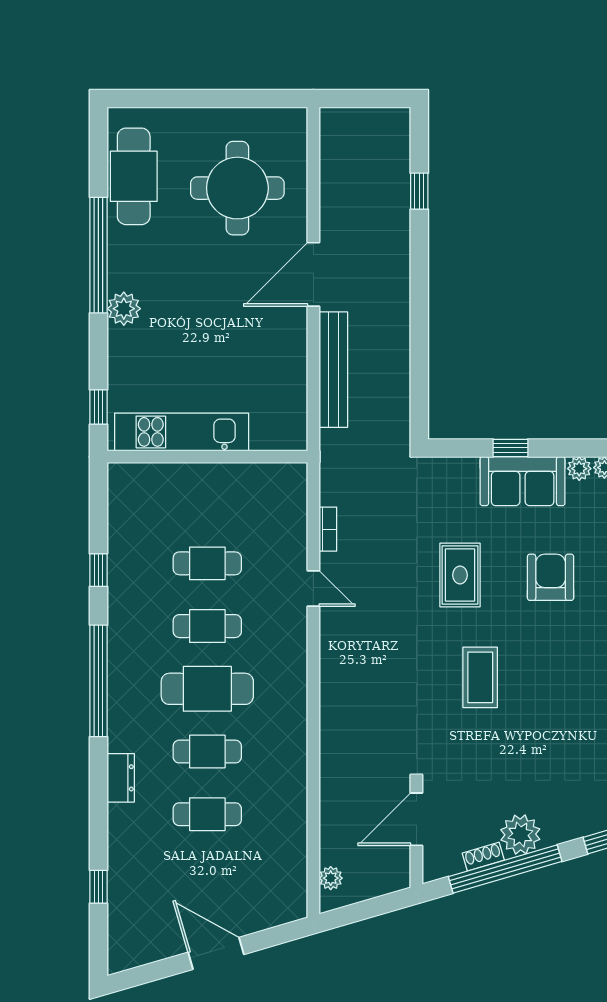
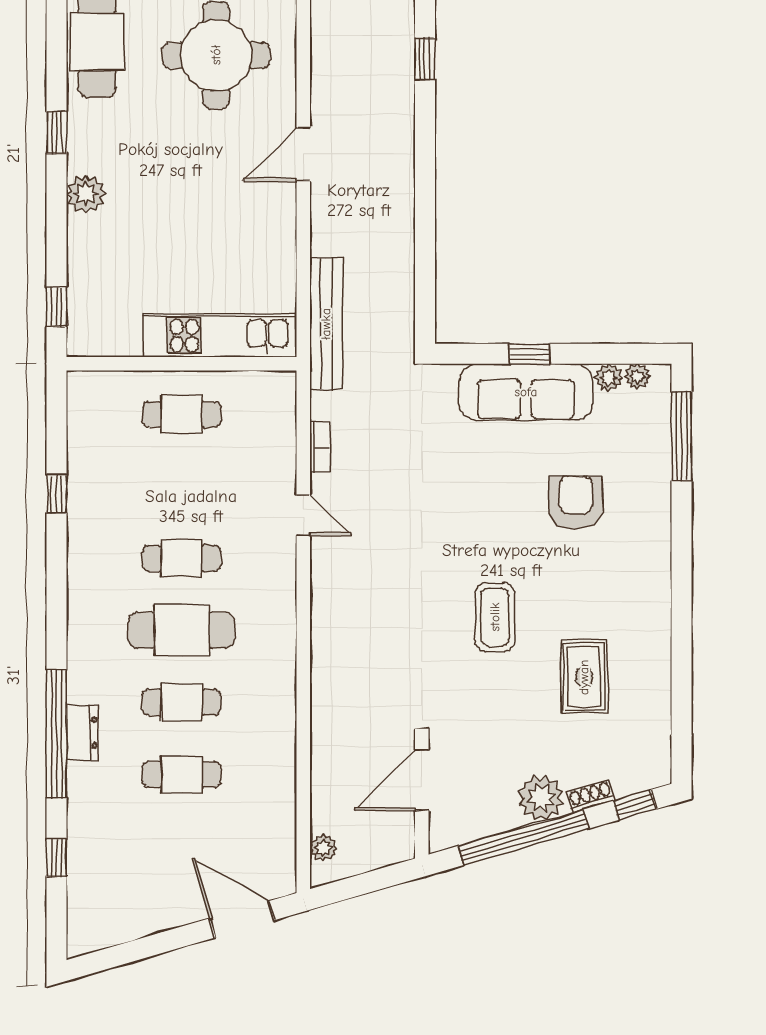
window: (98, 255) -> (57, 132), width x0.32
door: (313, 274) -> (303, 154), width x0.73
bench: (333, 370) -> (326, 324), moved
kitchen unit: (182, 432) -> (220, 335), moved
sofa: (523, 481) -> (526, 392), width x1.36
cafe table: (207, 563) -> (182, 414), moved
rug: (460, 575) -> (584, 677), moved
window: (98, 681) -> (57, 734), moved
shoe rack: (483, 857) -> (591, 796), moved
door: (216, 953) -> (242, 919), moved

